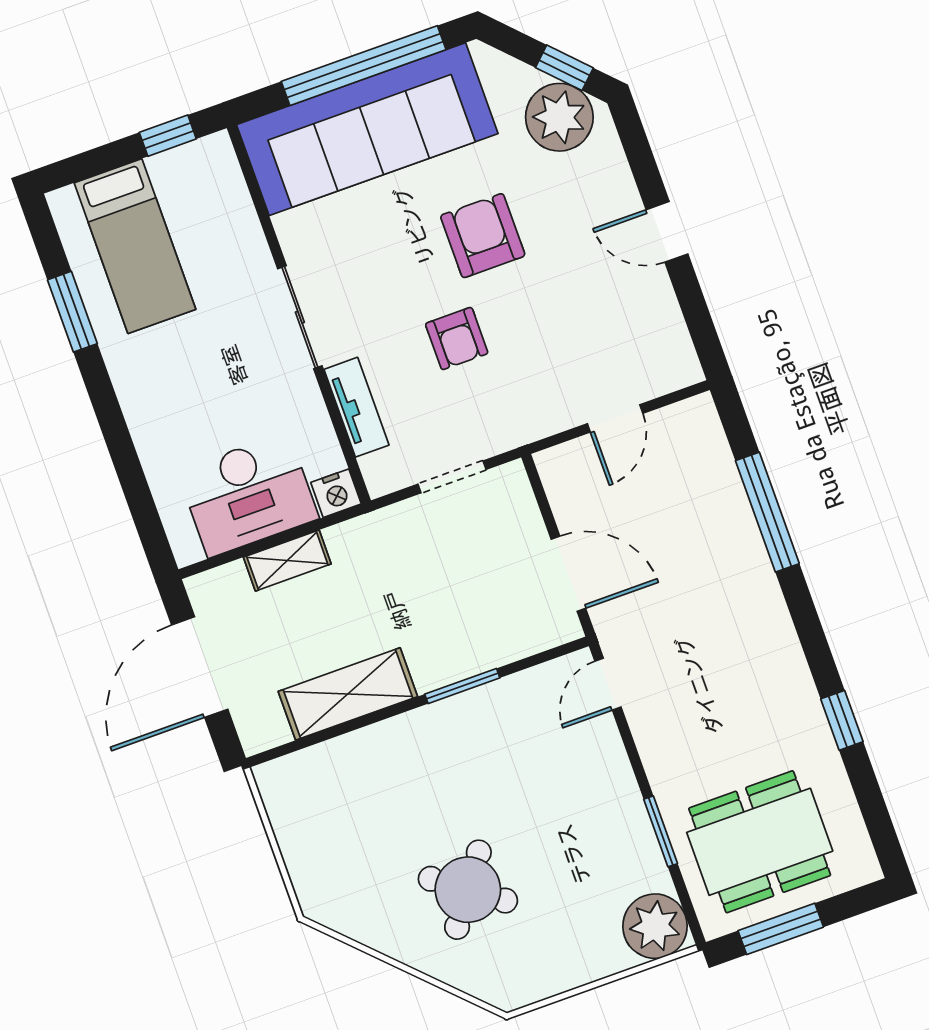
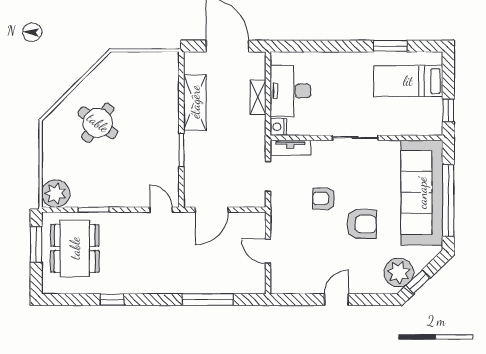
tv unit: (357, 407) -> (290, 148), moved

